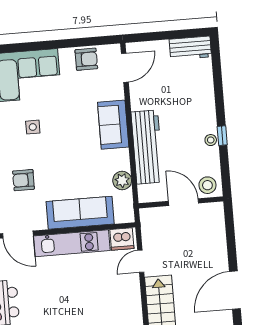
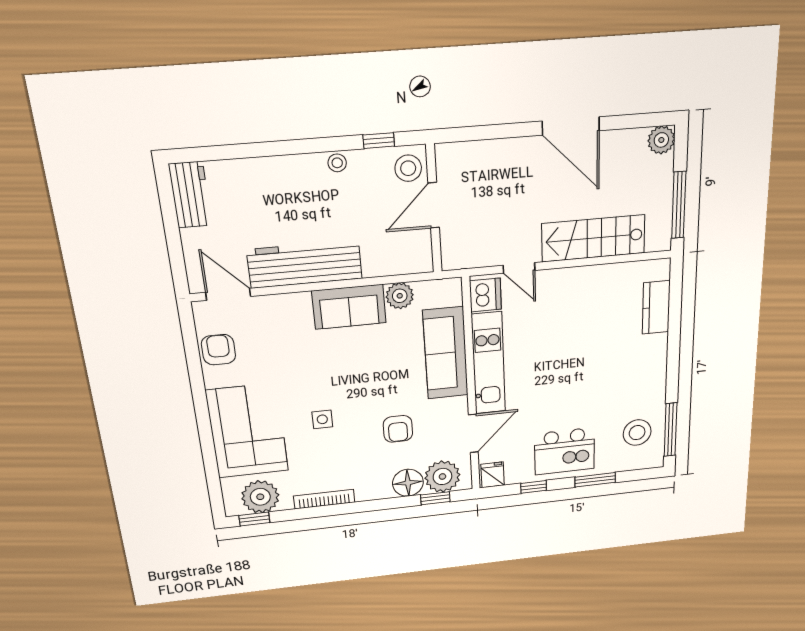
sofa: (113, 125) -> (349, 307), moved
window: (222, 136) -> (379, 141), moved
workbench: (147, 147) -> (305, 264), moved

